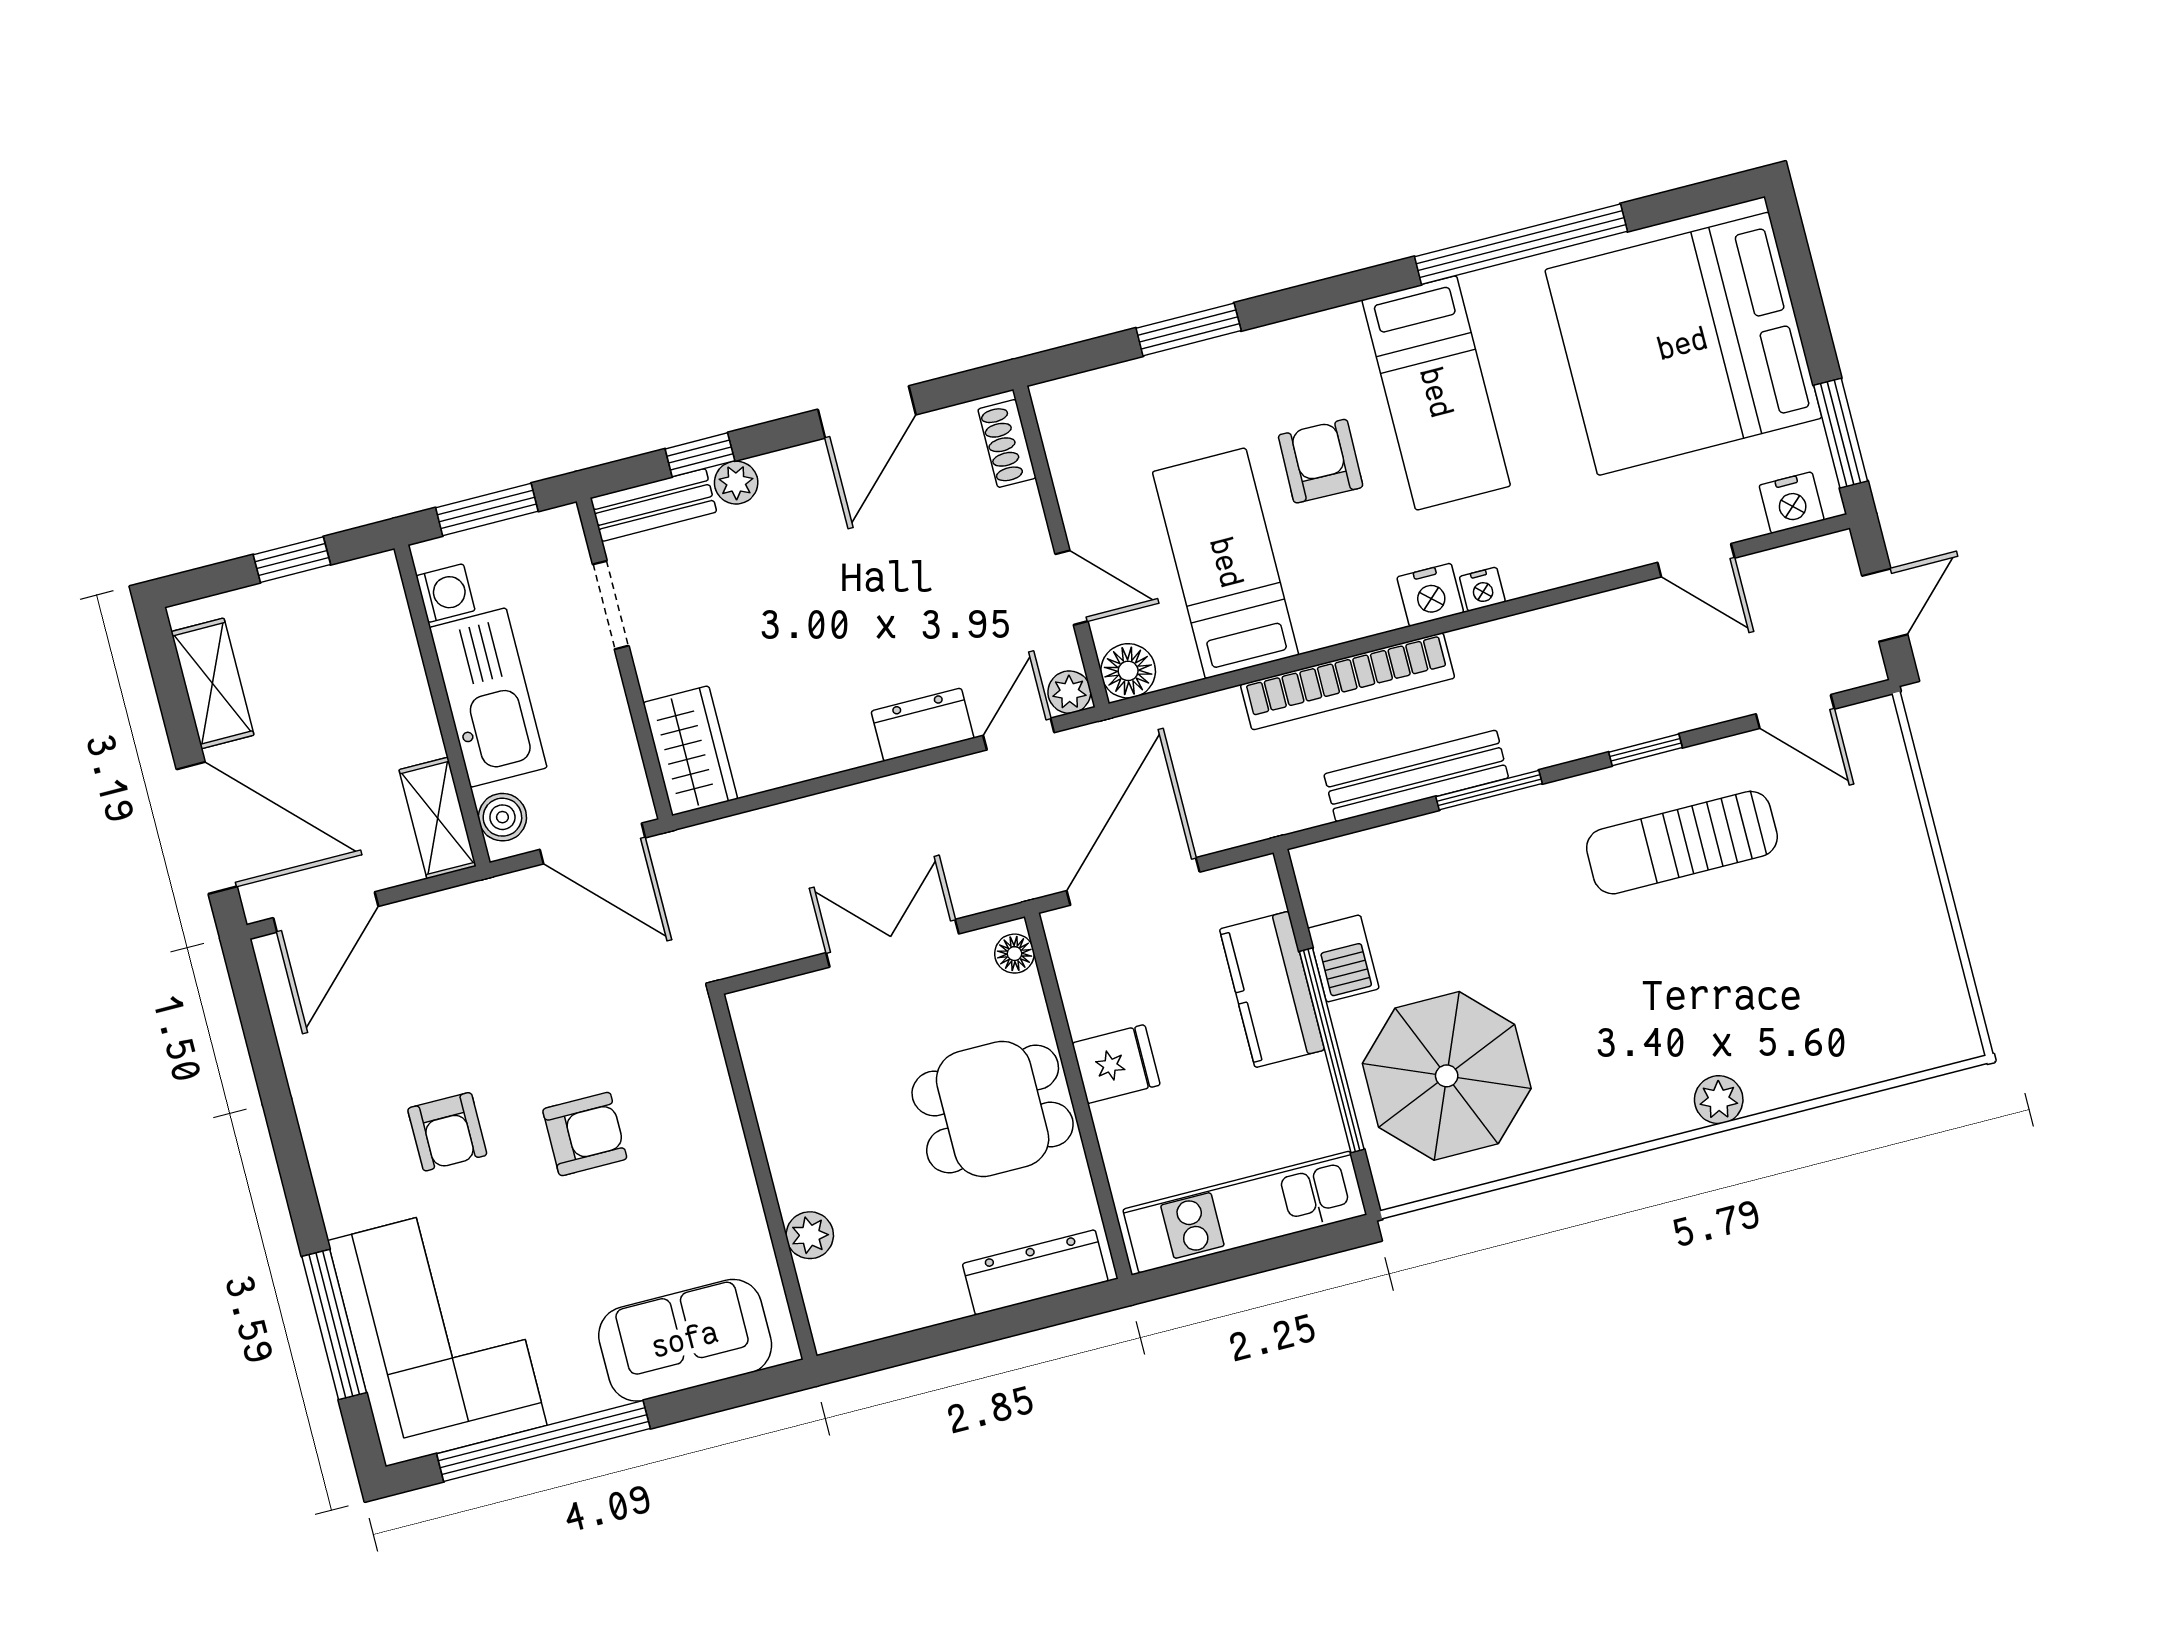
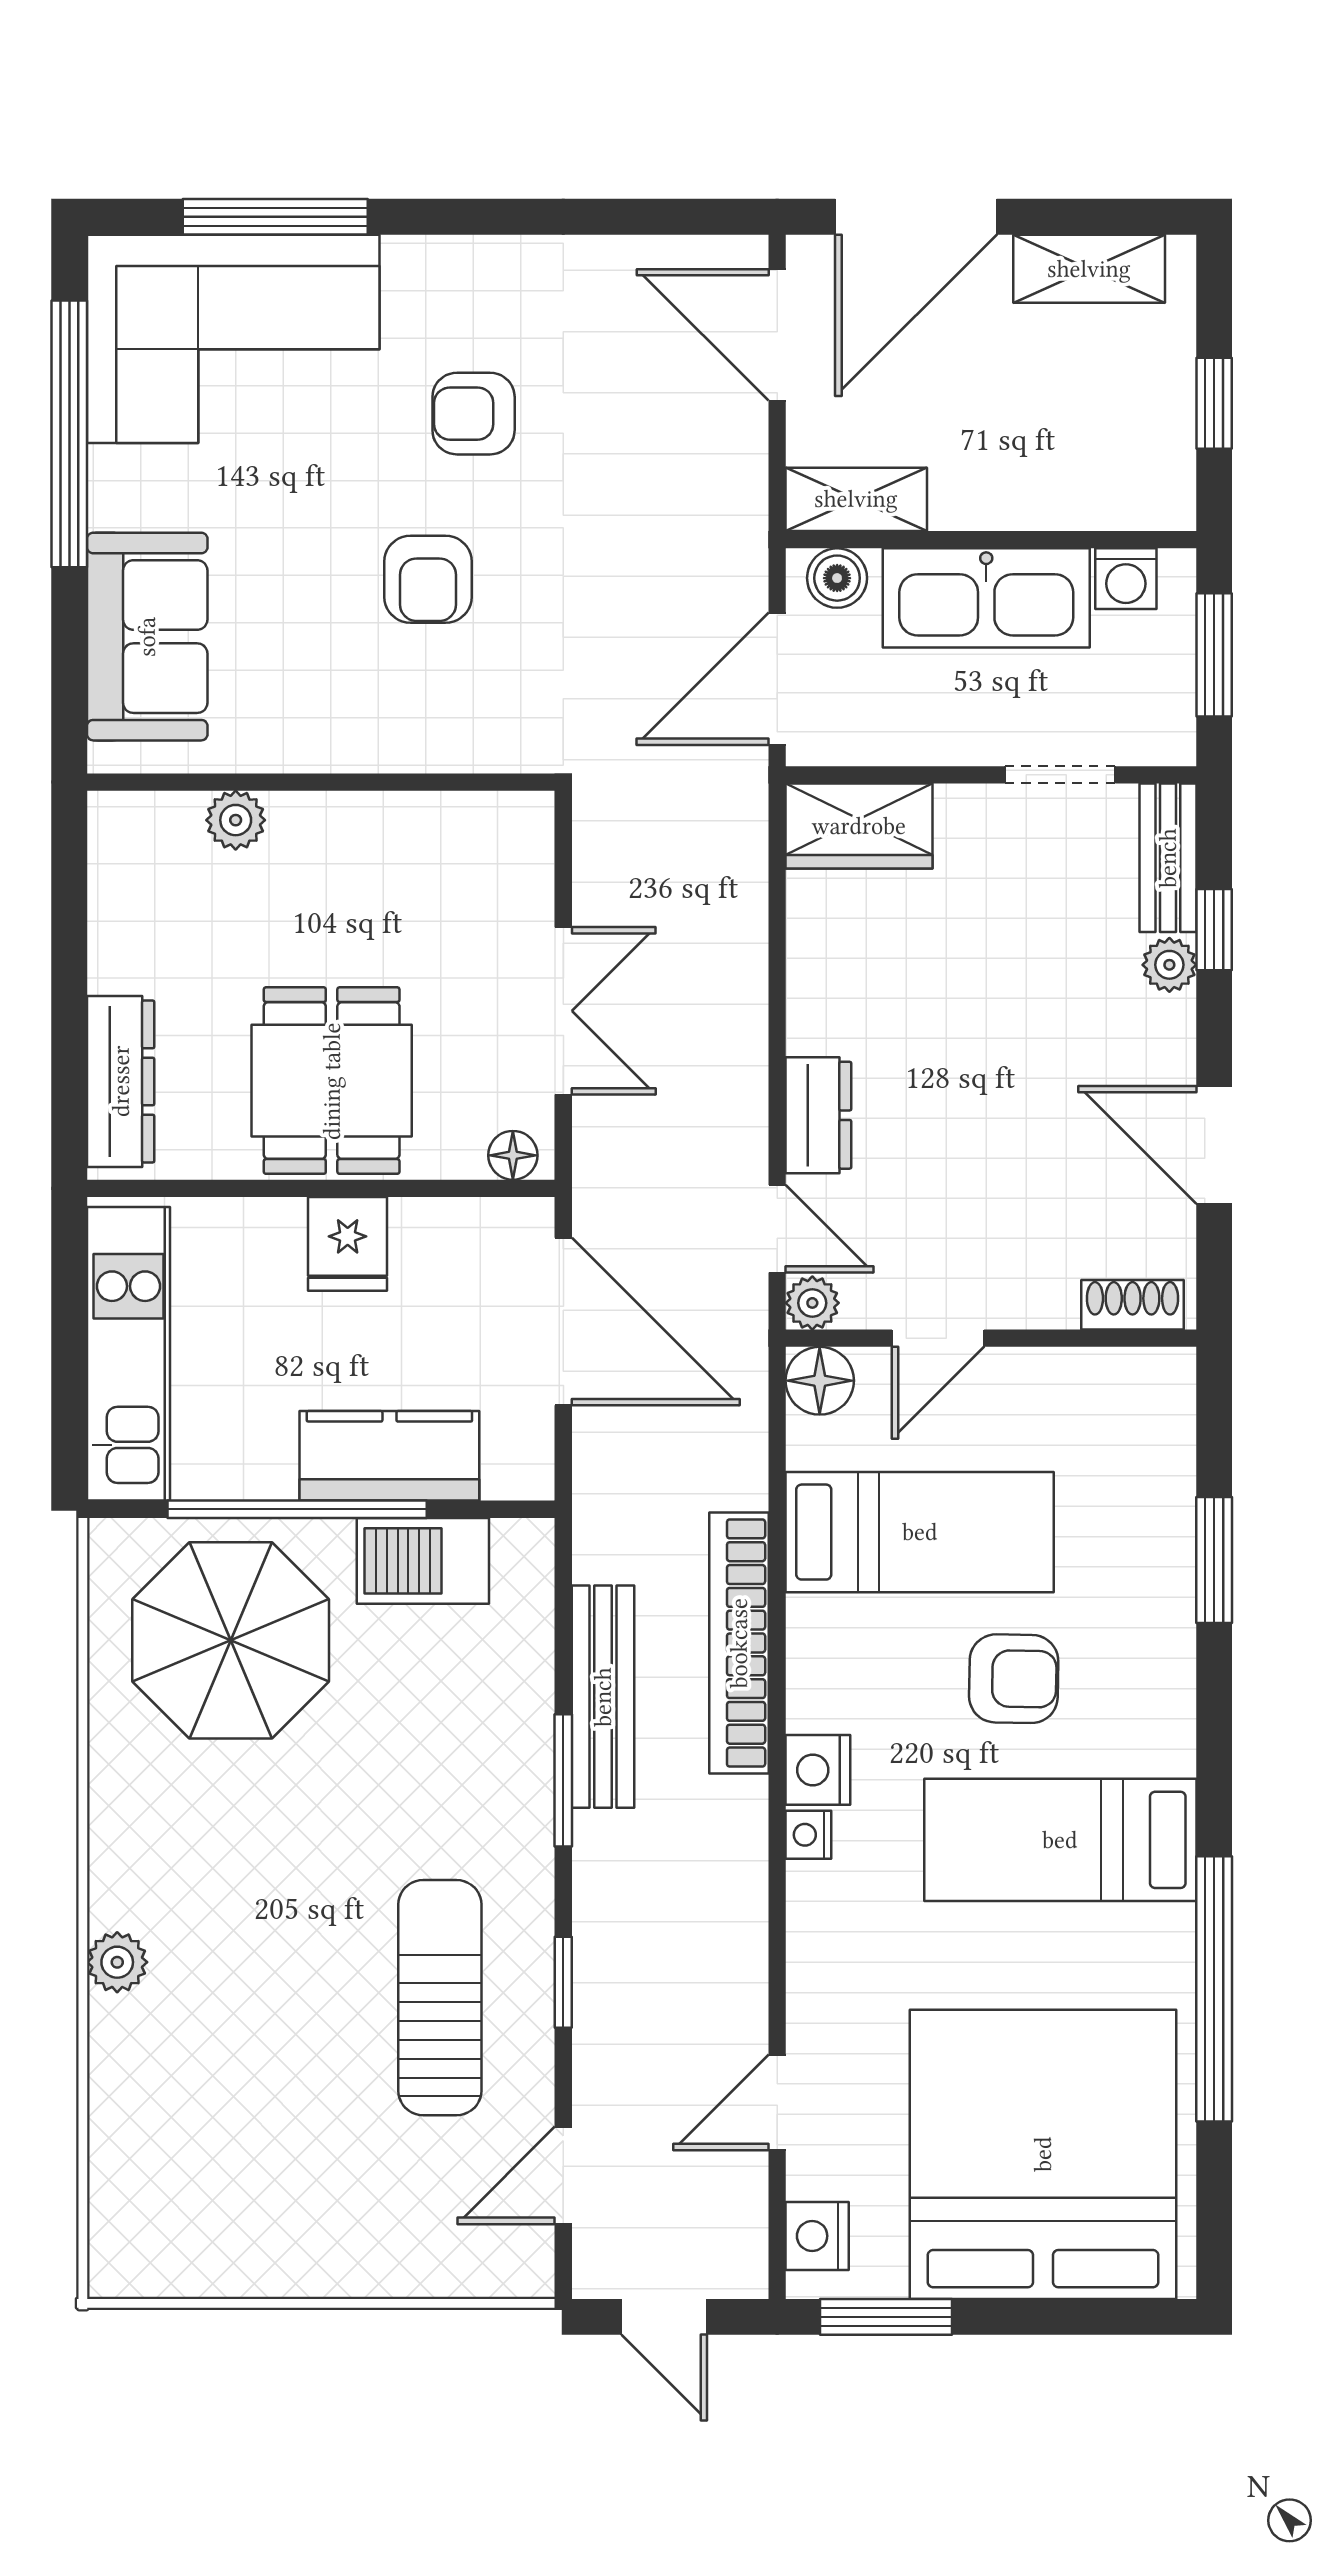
barbecue: (1343, 958) -> (423, 1561), width x1.38, depth x1.27

